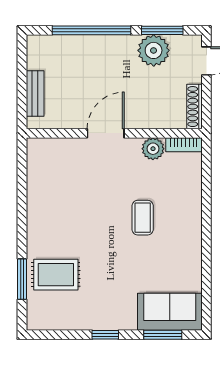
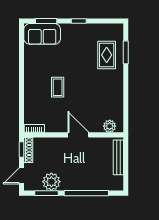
bench: (35, 94) -> (118, 157), width x1.36
window: (206, 108) -> (21, 149), added
door: (106, 133) -> (78, 135), swing flipped
plant: (153, 149) -> (110, 126), moved
rug: (56, 275) -> (107, 55), turned 90

